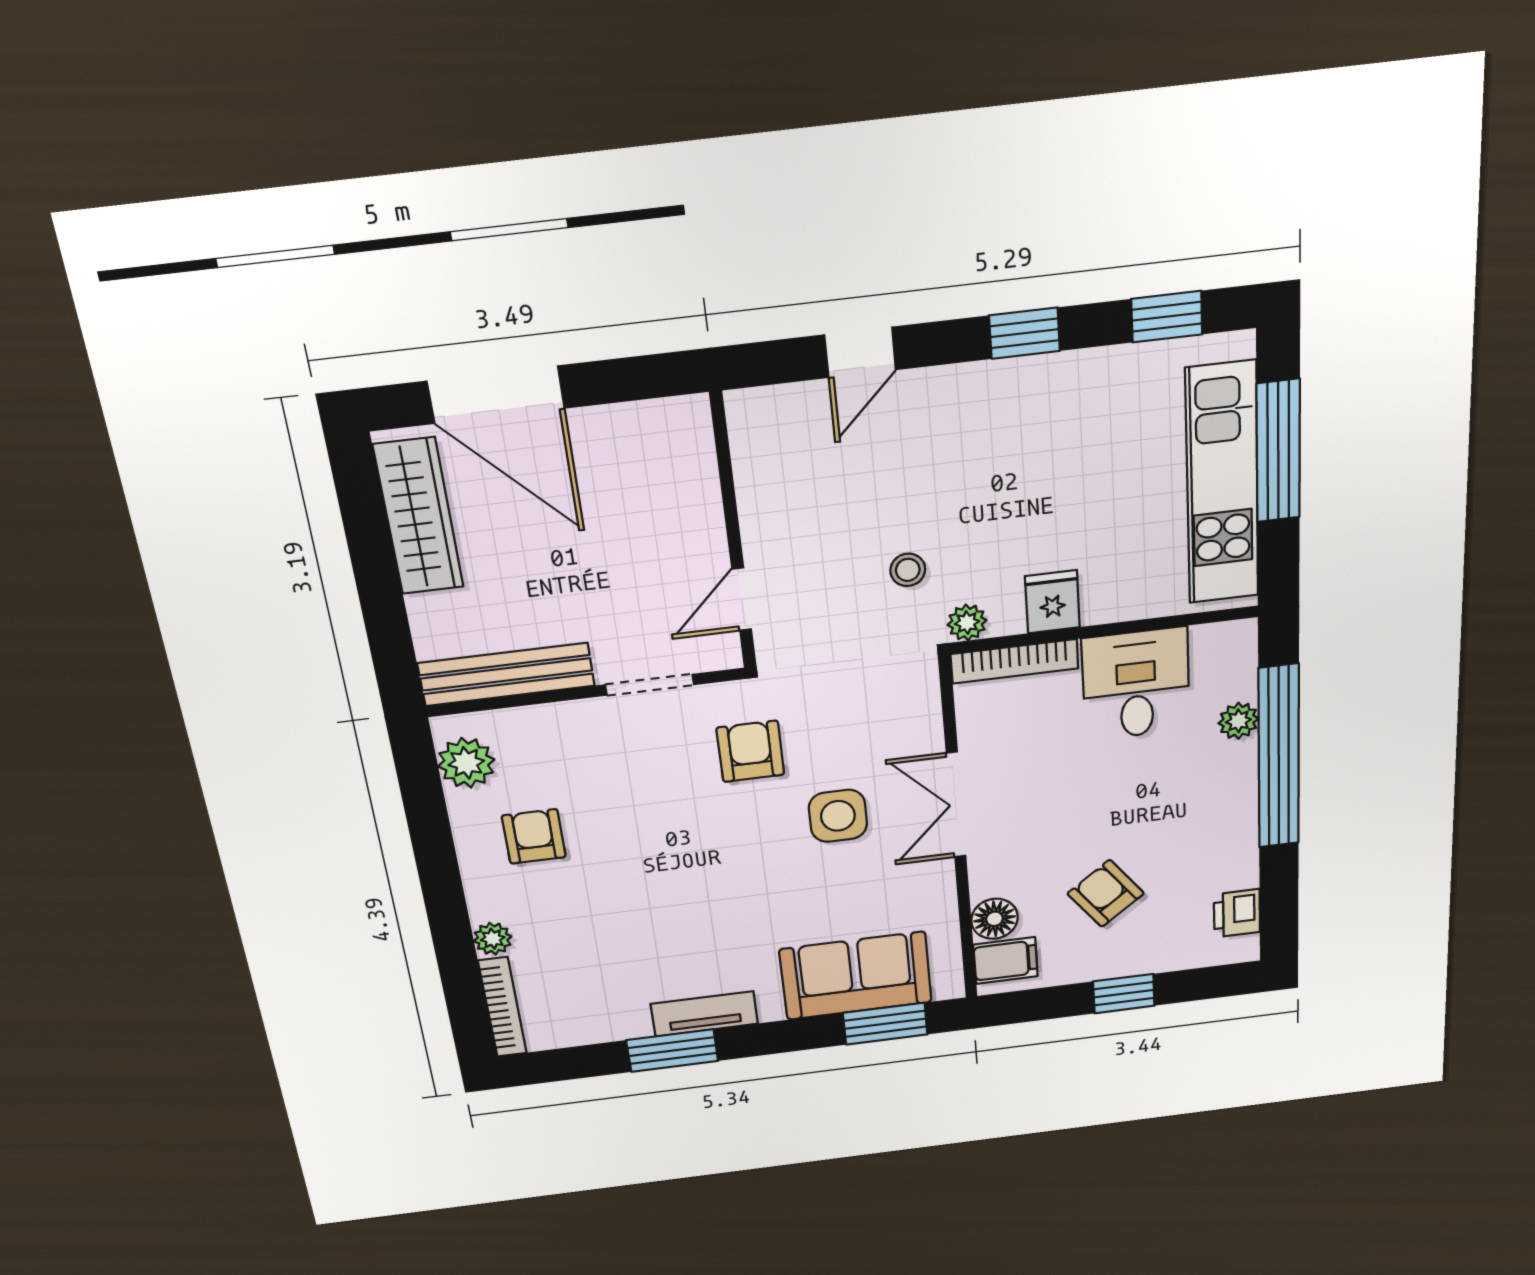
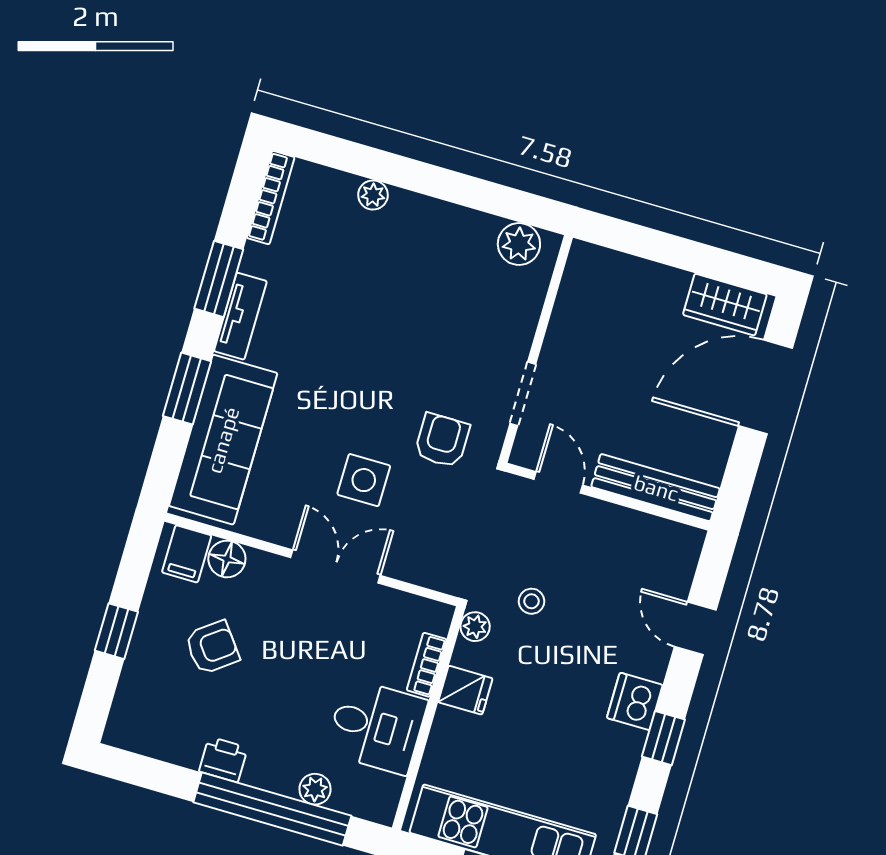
dishwasher: (989, 390) -> (635, 701), added
wardrobe: (419, 516) -> (725, 305), width x0.67
bookcase: (1015, 661) -> (427, 665), width x0.64
bench: (506, 674) -> (656, 488), moved, turned 90
armchair: (750, 751) -> (442, 440), turned -90
armchair: (534, 836) -> (442, 262), removed
printer: (1237, 913) -> (223, 759), moved
sofa: (856, 976) -> (223, 440), width x1.36
bookcase: (502, 1007) -> (271, 198), moved, turned -90
window: (885, 1024) -> (187, 389), moved

